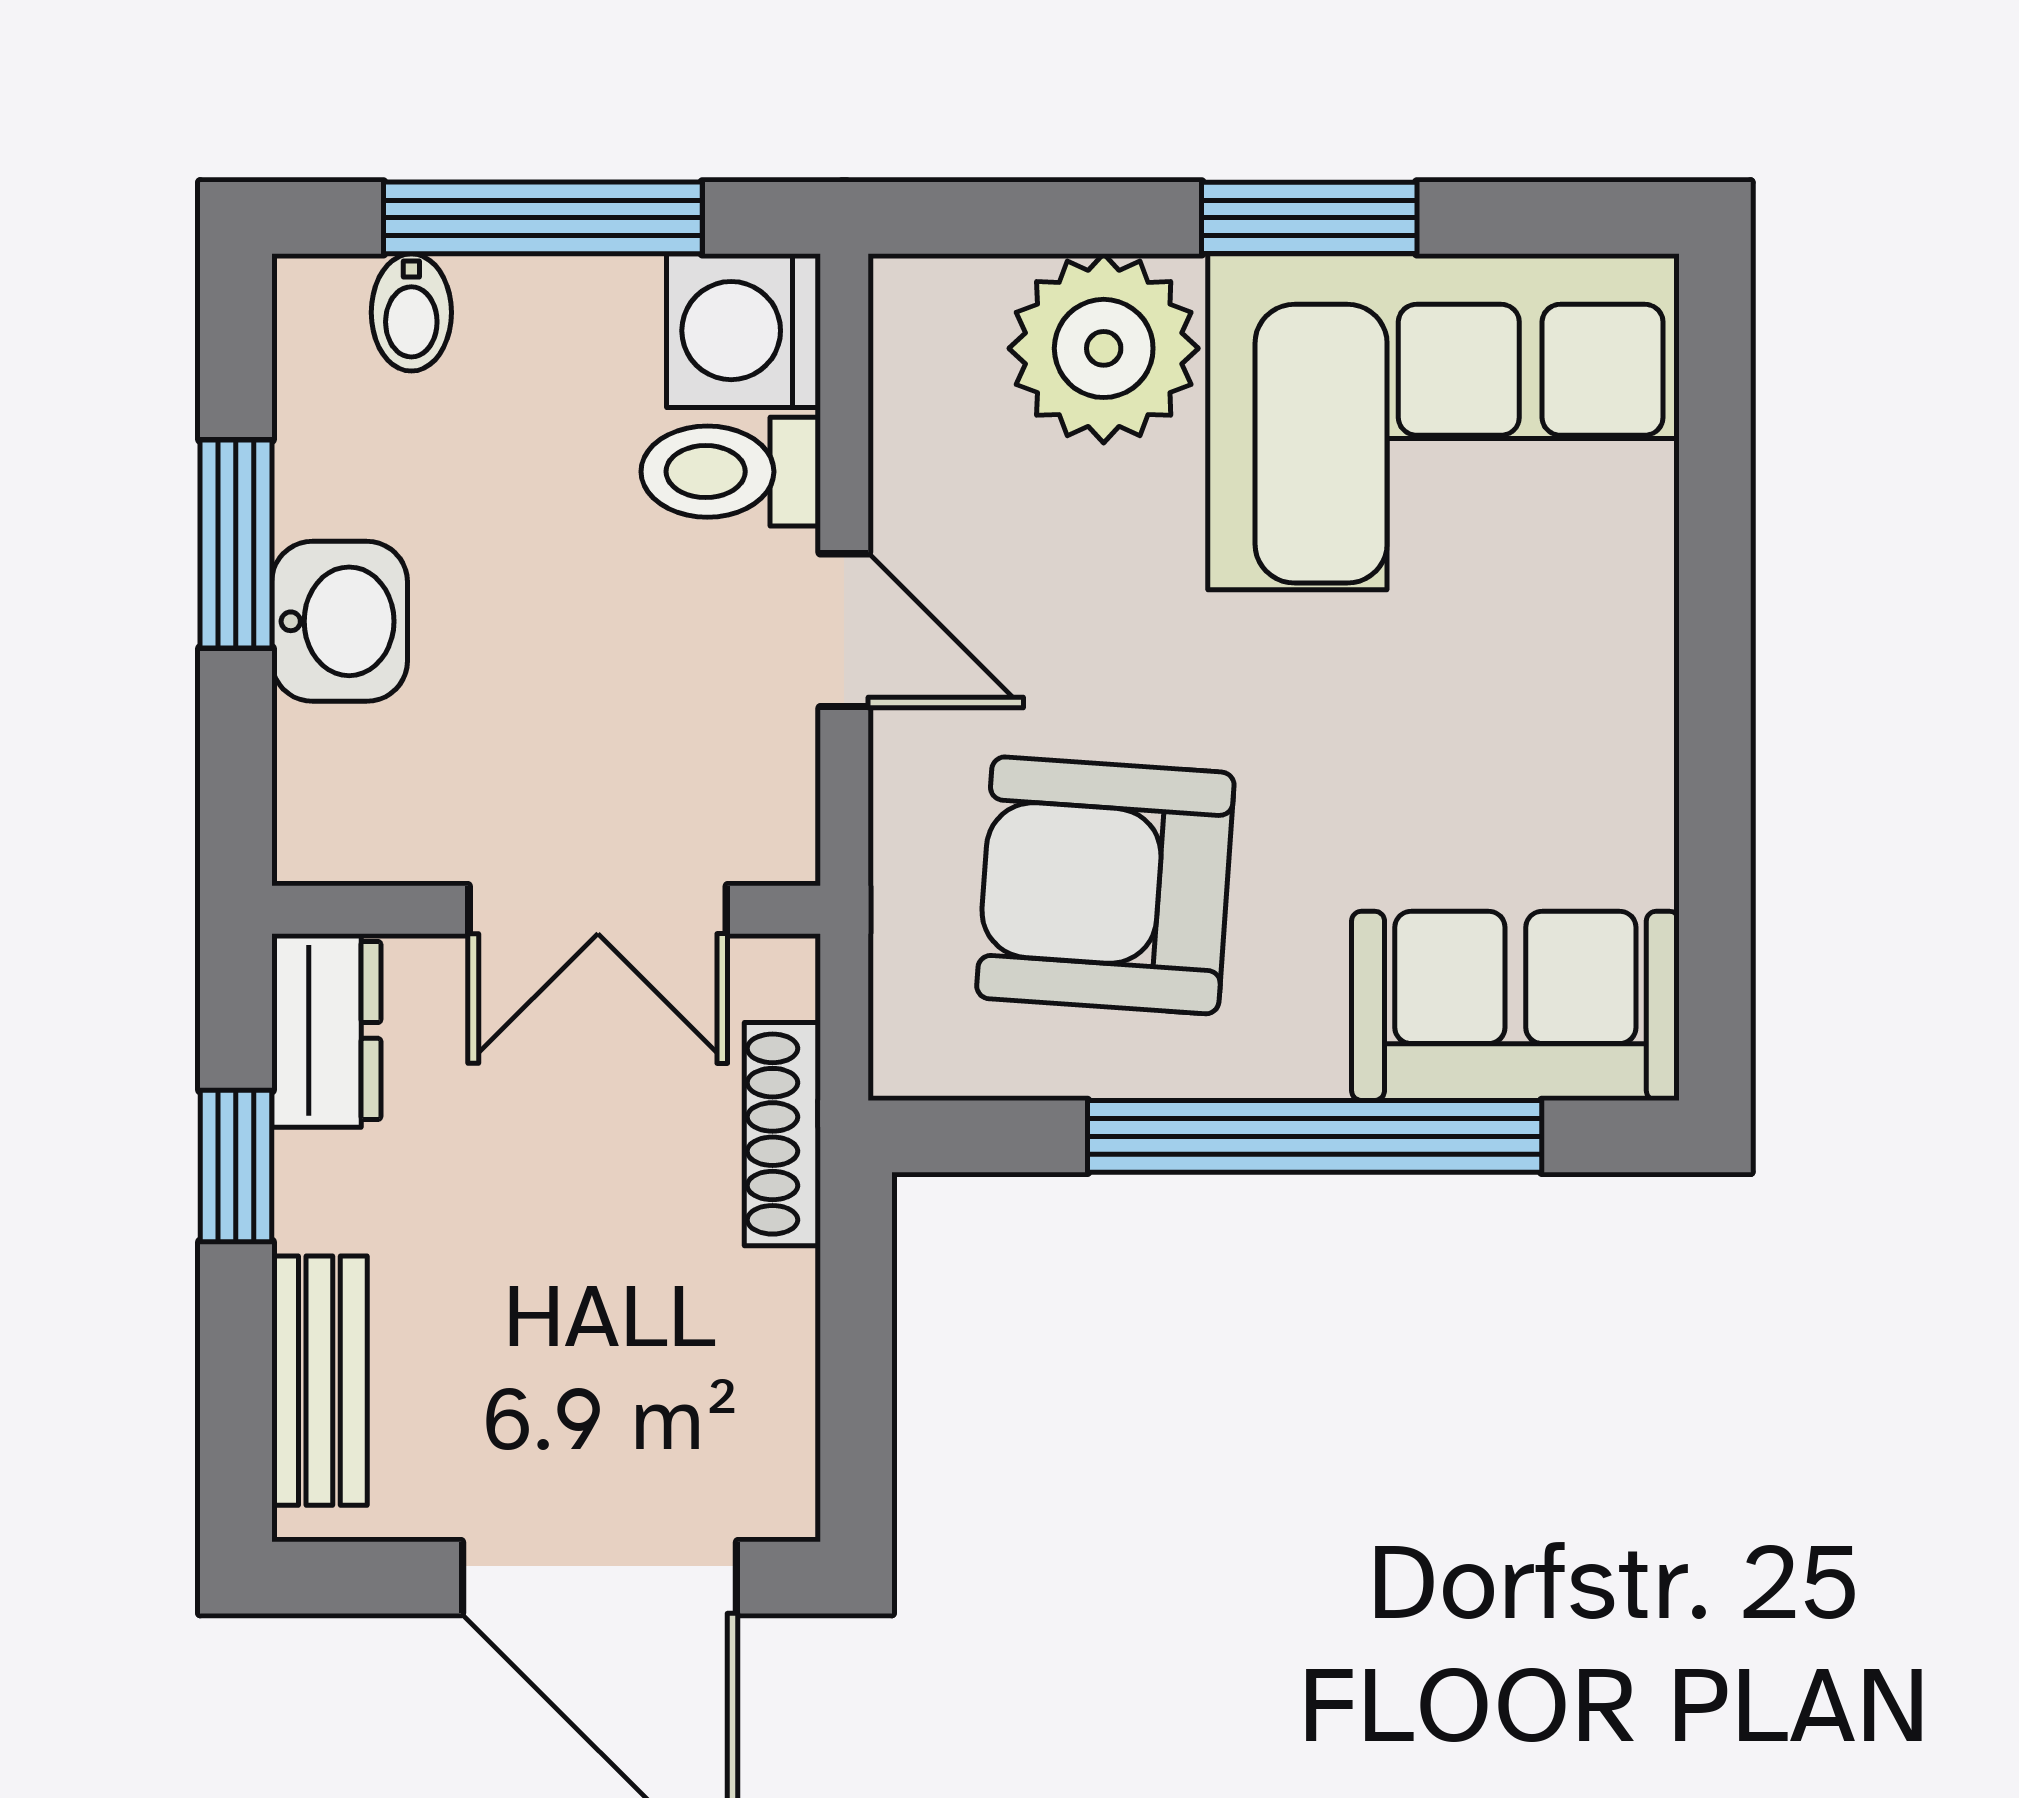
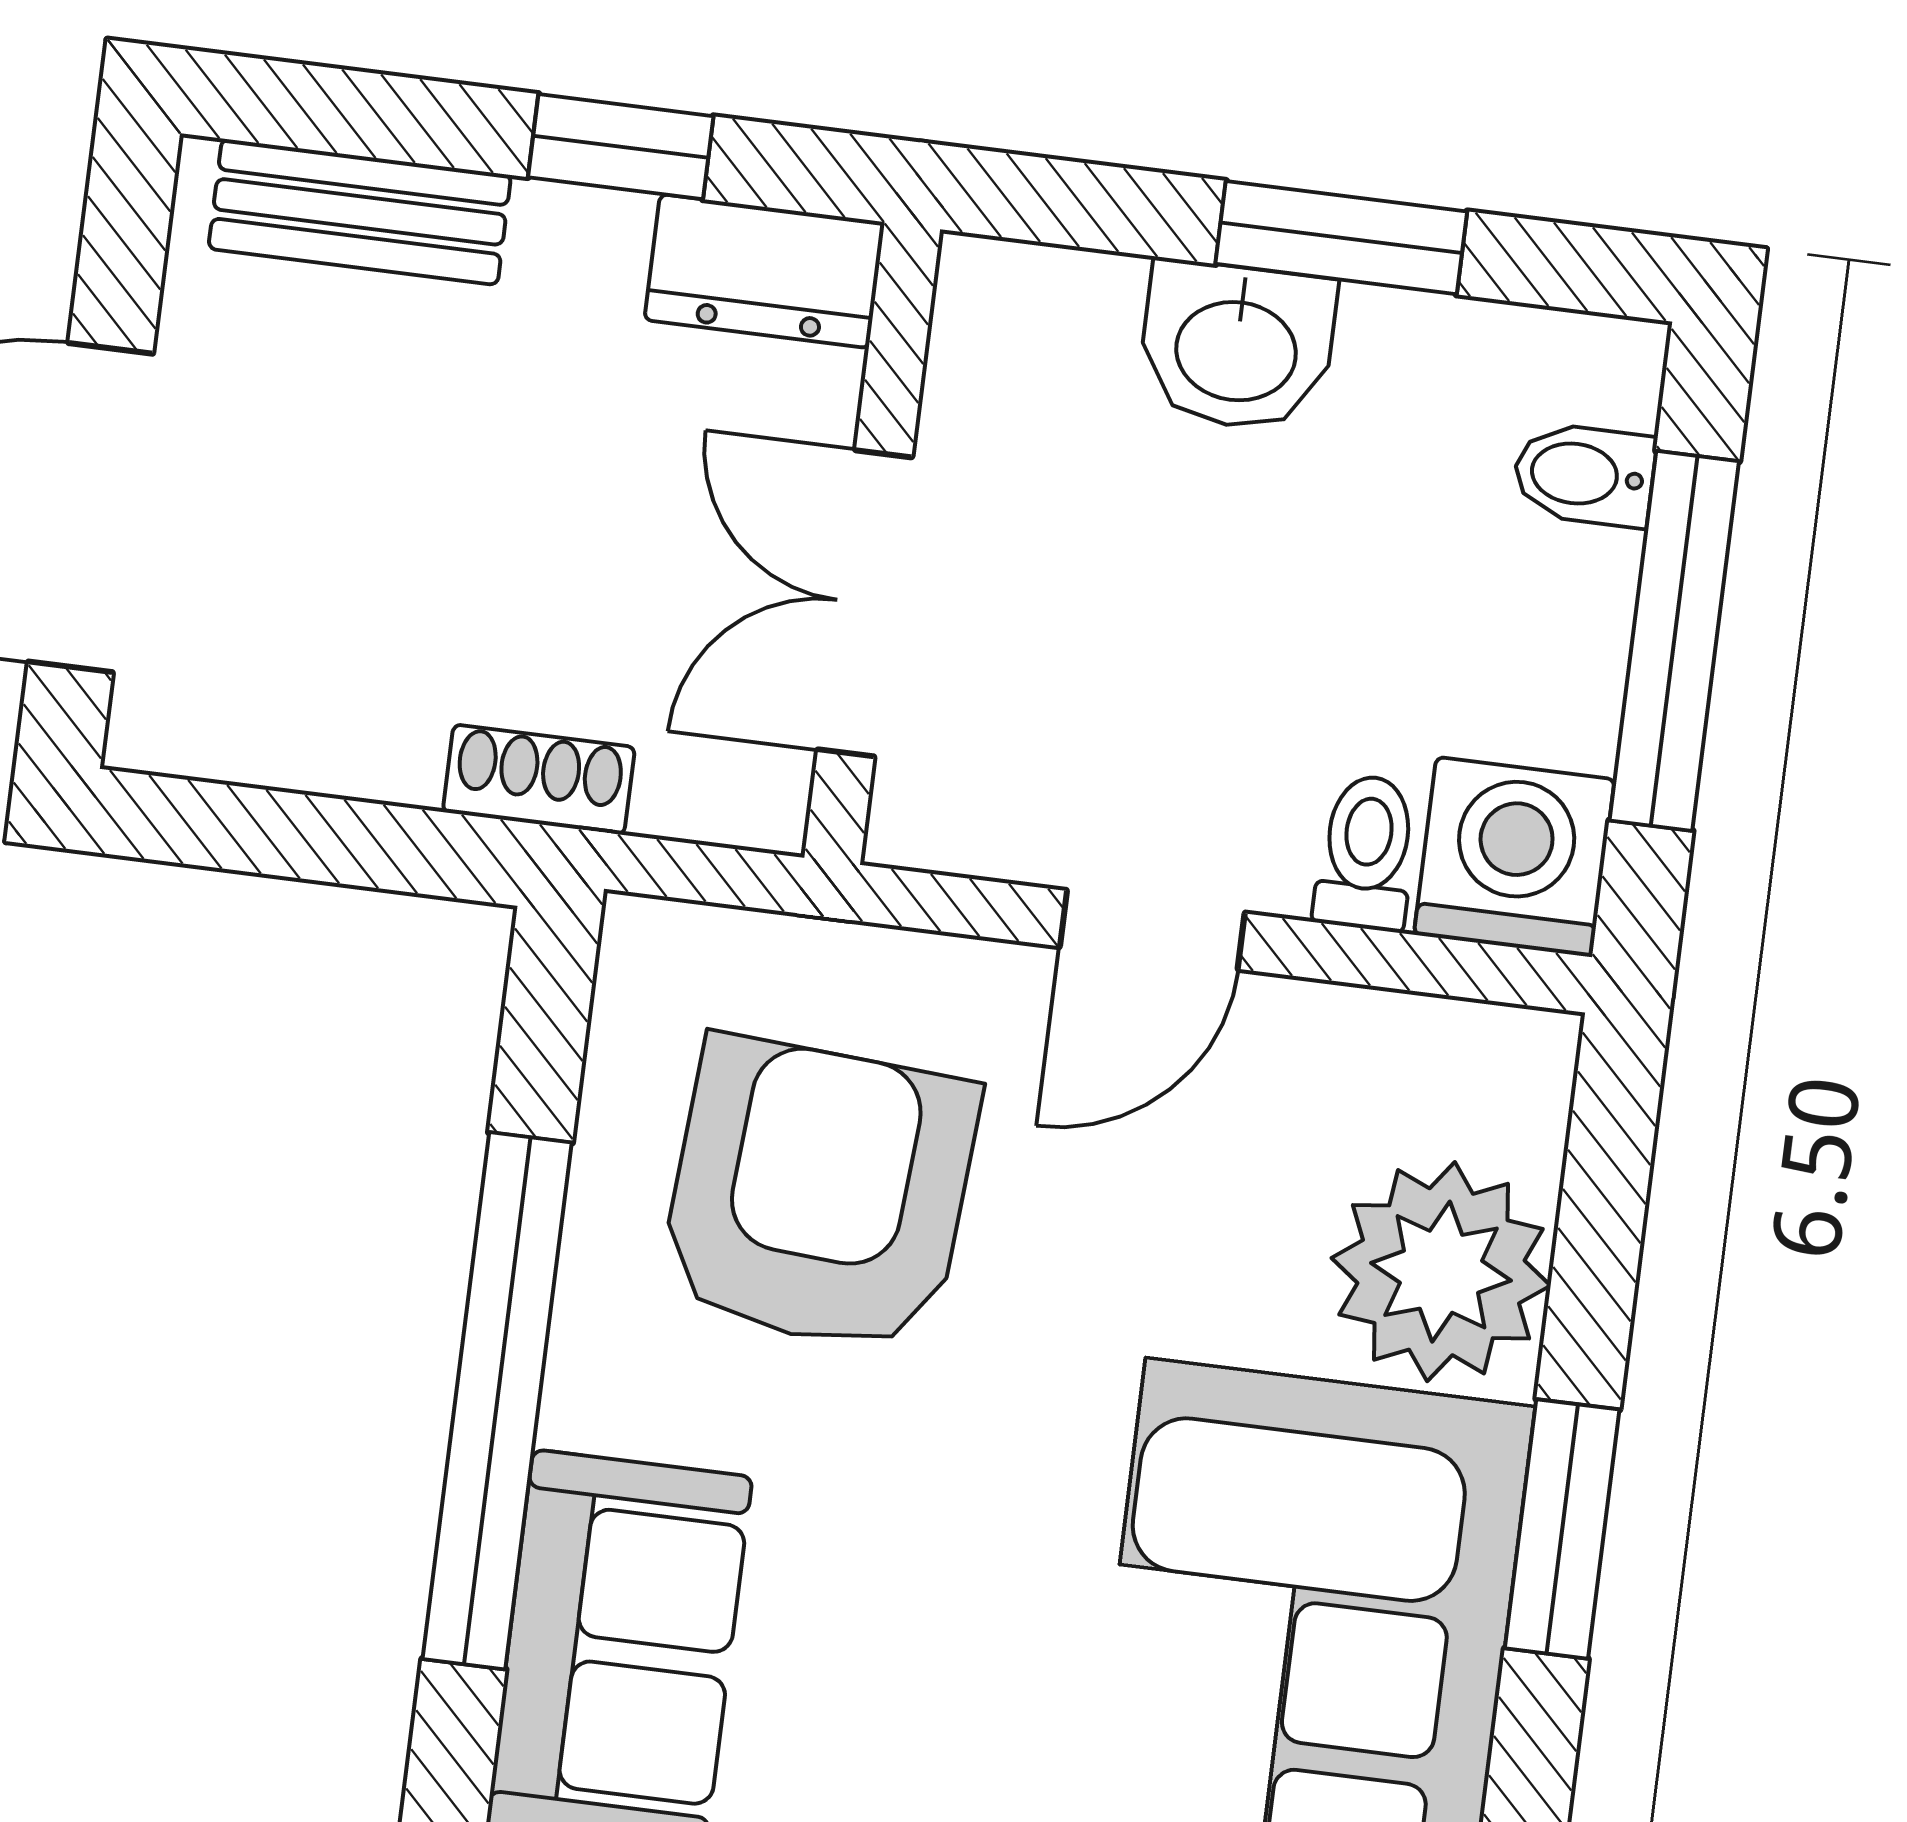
toilet: (731, 472) -> (1366, 853), width x0.73, depth x0.72
shoe rack: (782, 1134) -> (539, 780), width x0.70

